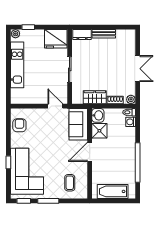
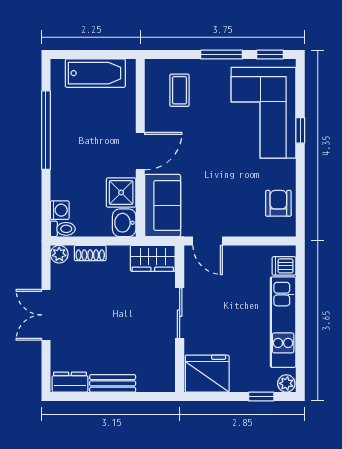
dresser: (82, 34) -> (70, 382), moved
dishwasher: (17, 93) -> (284, 266), added
wardrobe: (95, 97) -> (153, 258), moved
armchair: (19, 125) -> (278, 203), turned 180

